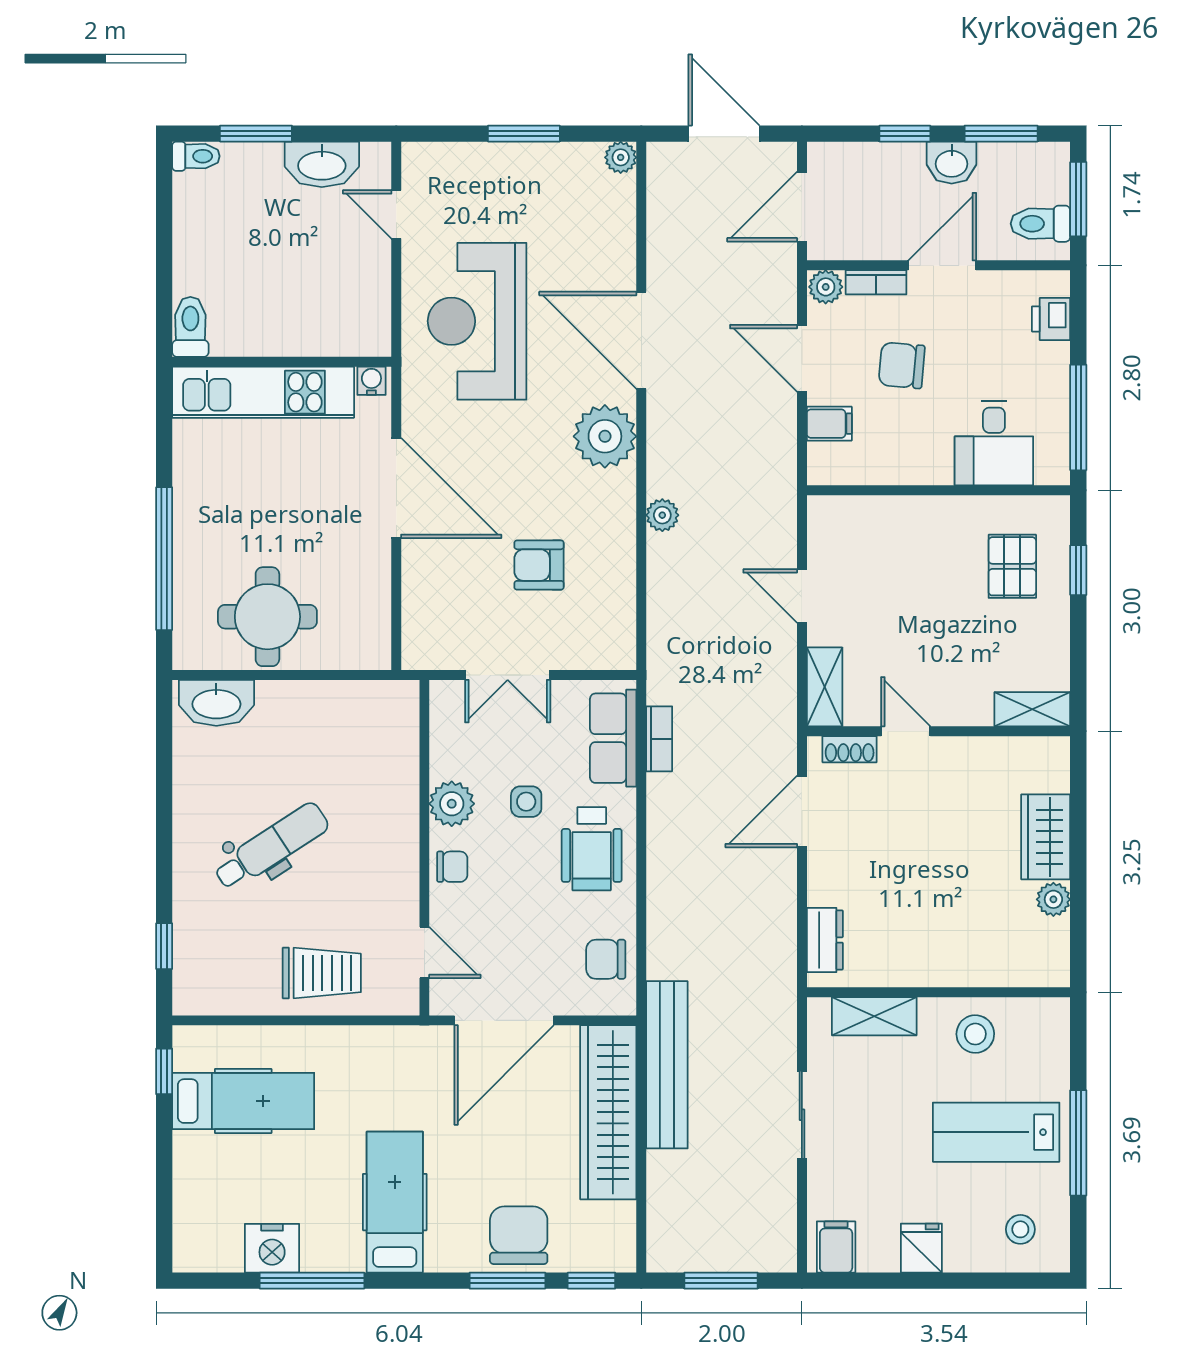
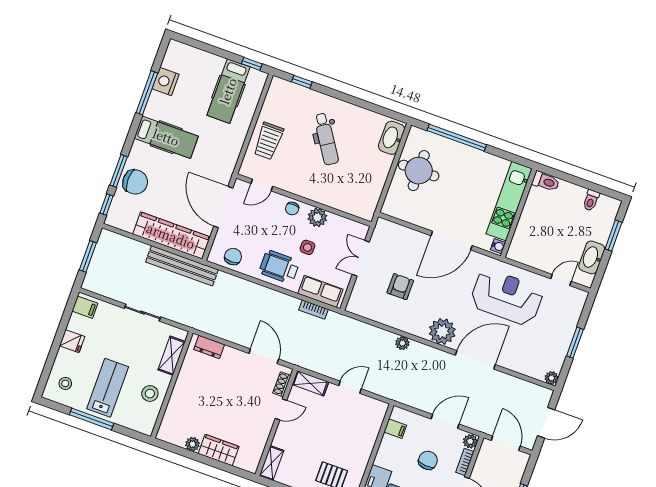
toilet: (196, 156) -> (591, 200), moved
filing cabinet: (829, 424) -> (395, 429), moved, turned -90

